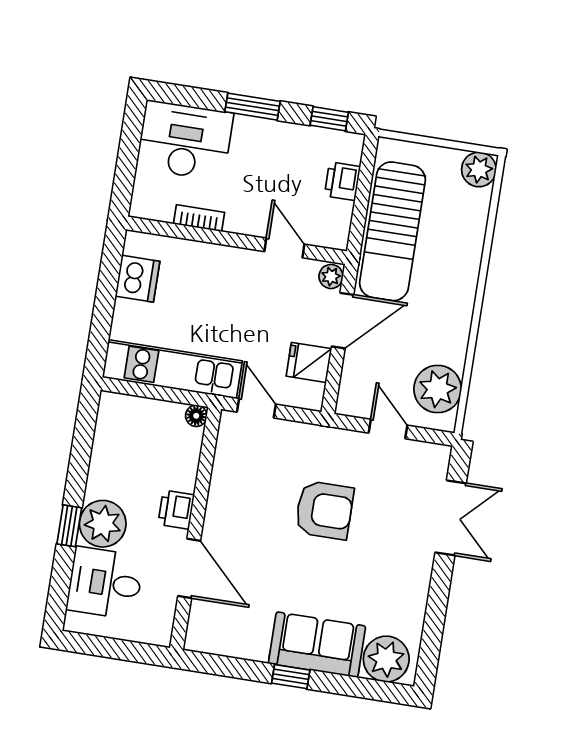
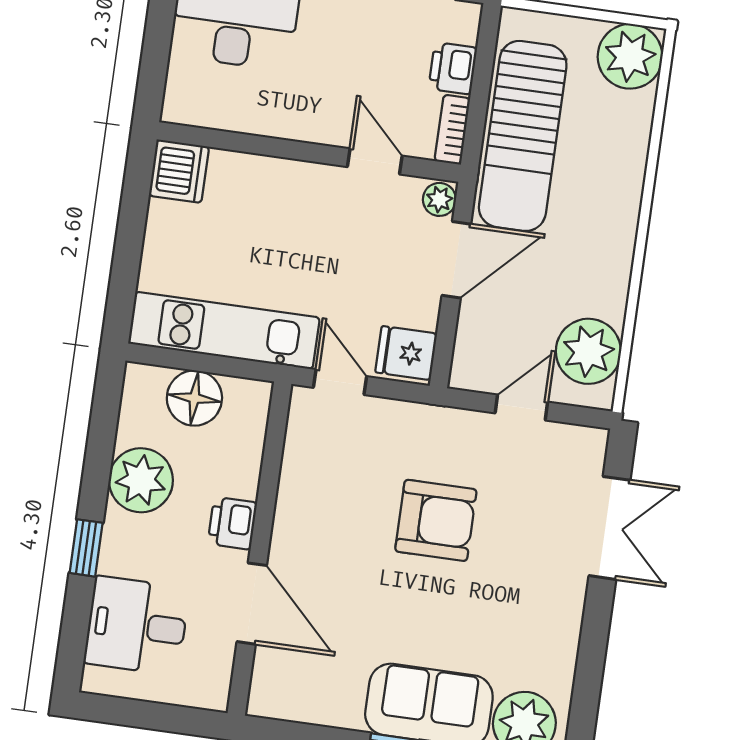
plant: (479, 169) -> (630, 56), width x1.36, depth x1.36
bookcase: (199, 218) -> (452, 130), moved, turned -90
dishwasher: (138, 279) -> (179, 171), moved
fridge: (309, 362) -> (406, 353), moved
floor lamp: (196, 416) -> (194, 398), moved, width x1.89, depth x1.89
door: (388, 429) -> (521, 407), hinge flipped
plant: (103, 524) -> (141, 480), moved

